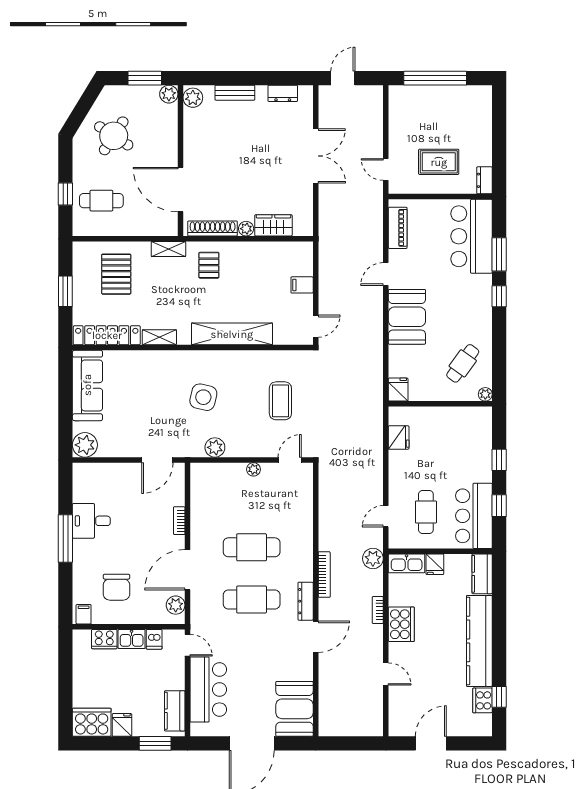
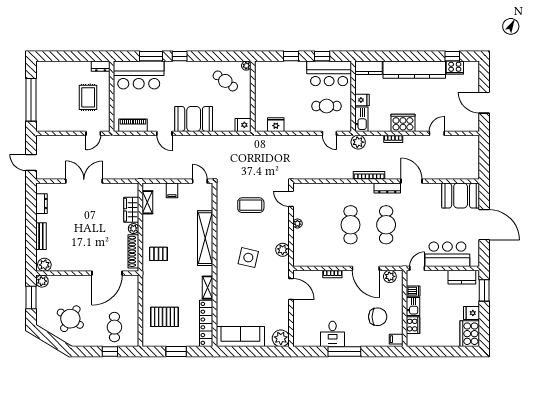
shelving: (168, 249) -> (147, 202), moved

